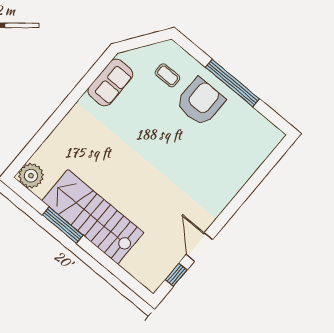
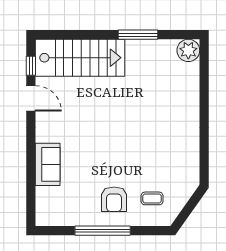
sofa: (110, 82) -> (48, 164), moved, turned 180
armchair: (200, 102) -> (114, 199), width x0.73, depth x0.73
stairs: (93, 217) -> (80, 58), moved

